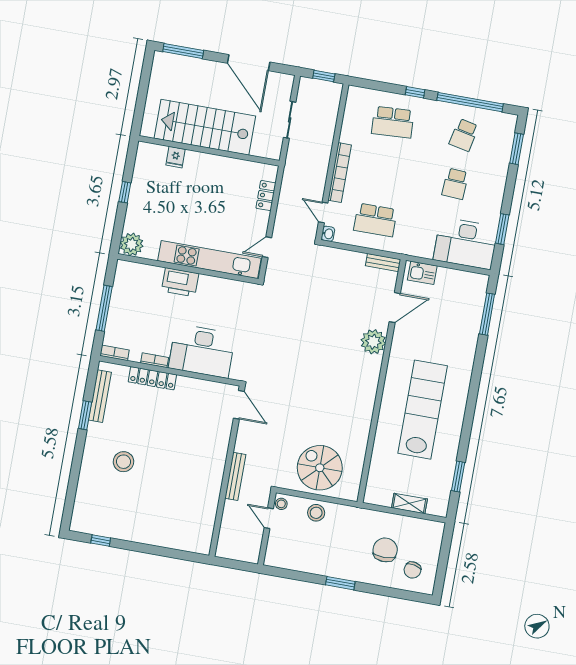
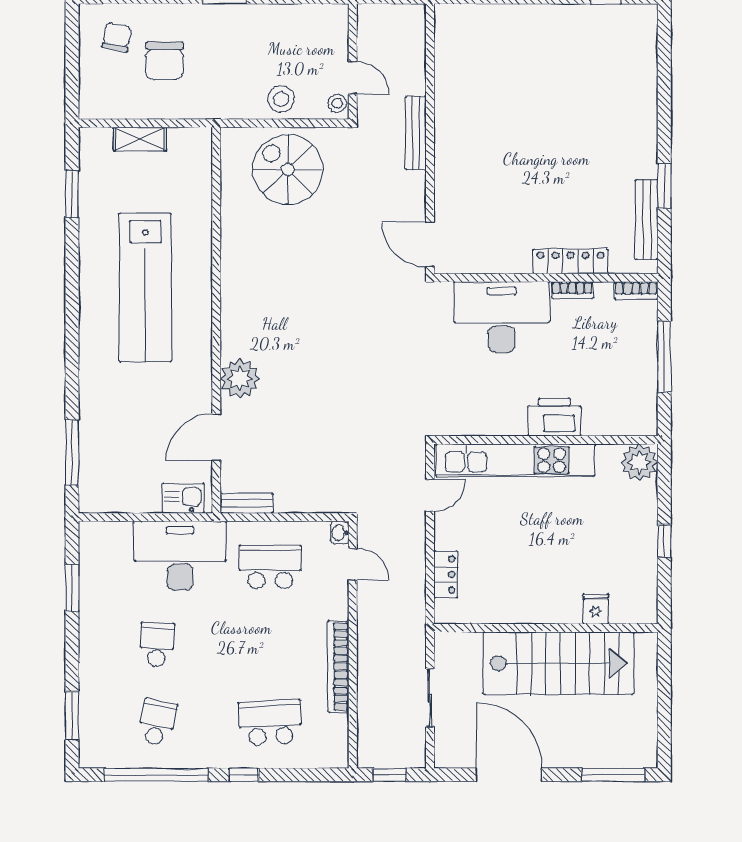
bookcase: (340, 173) -> (338, 667), moved
desk: (466, 243) -> (180, 556), moved
stool: (123, 462) -> (592, 125), removed
spiral stairs: (320, 468) -> (288, 170), turned 180

